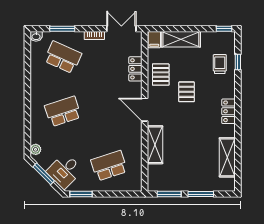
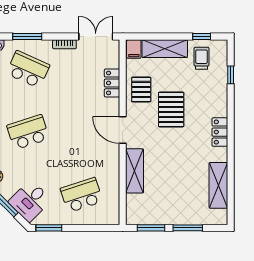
window: (224, 29) -> (202, 37), moved
trolley: (220, 64) -> (201, 58), moved
pallet: (187, 92) -> (171, 109), width x1.50, depth x1.42

